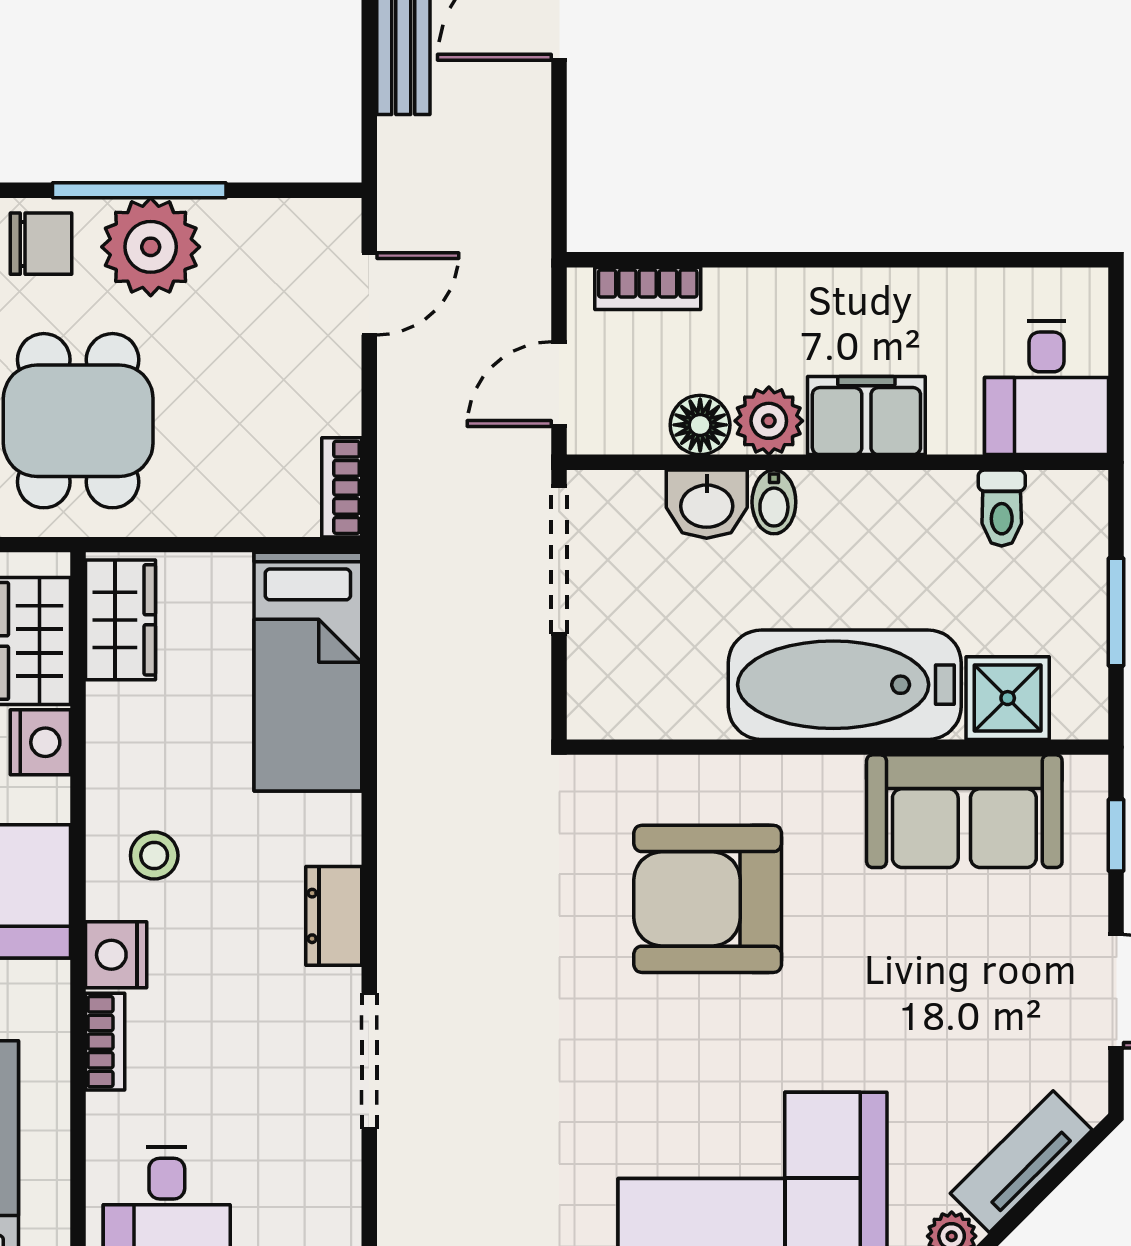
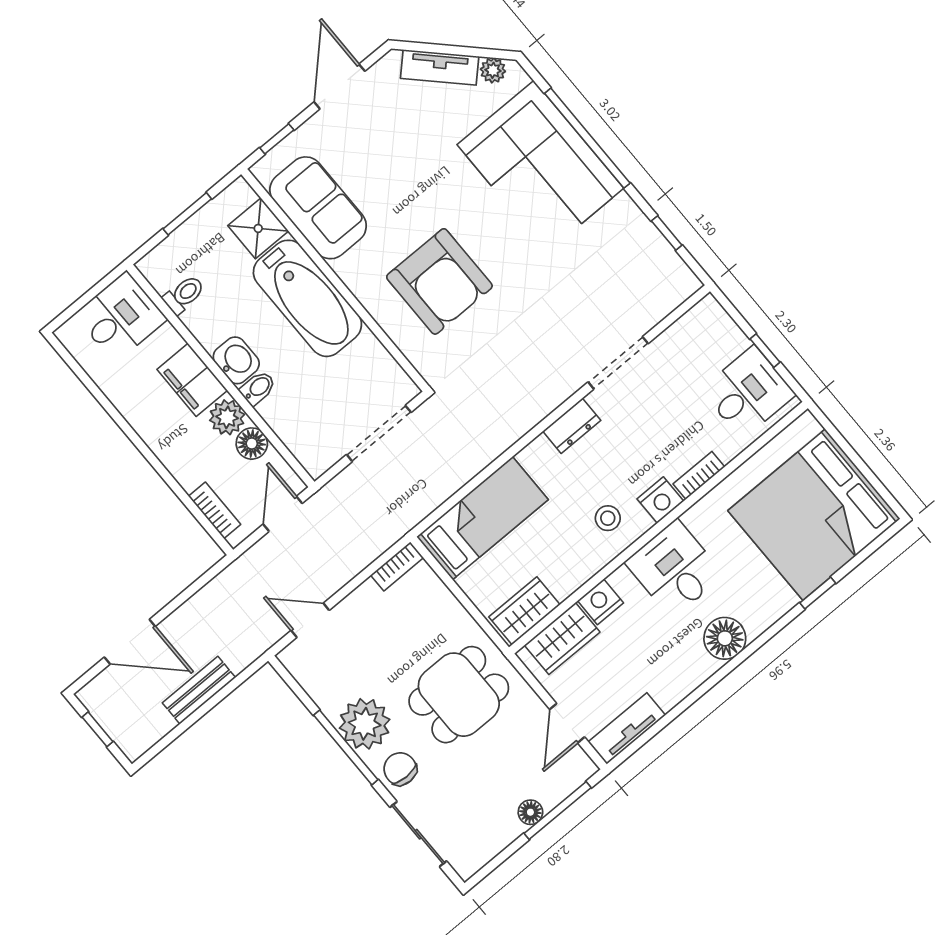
door: (559, 384) -> (283, 514), swing flipped
washbasin: (707, 504) -> (236, 360), moved
doorway: (559, 560) -> (379, 433), moved

